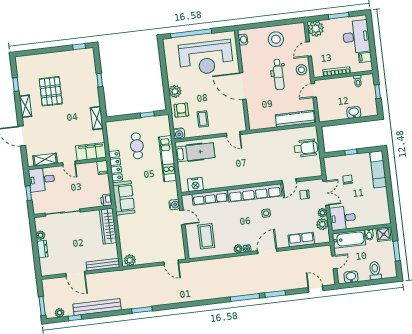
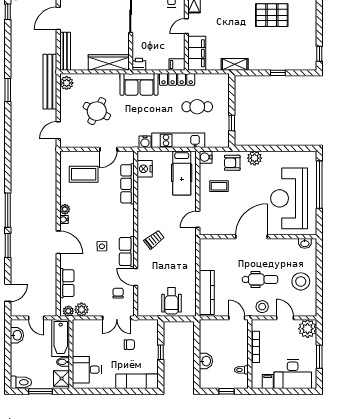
dental chair: (278, 74) -> (260, 279), turned 180
armchair: (181, 110) -> (232, 163), turned 180
trolley: (255, 169) -> (154, 240), added
row of seats: (255, 193) -> (127, 252), width x0.50
water cooler: (174, 205) -> (145, 142), moved
plant: (322, 213) -> (68, 311), moved
desk: (343, 218) -> (87, 370), moved, turned -90
round table: (151, 231) -> (97, 111), added
toilet: (375, 271) -> (21, 382), moved
bench: (97, 307) -> (50, 82), moved

